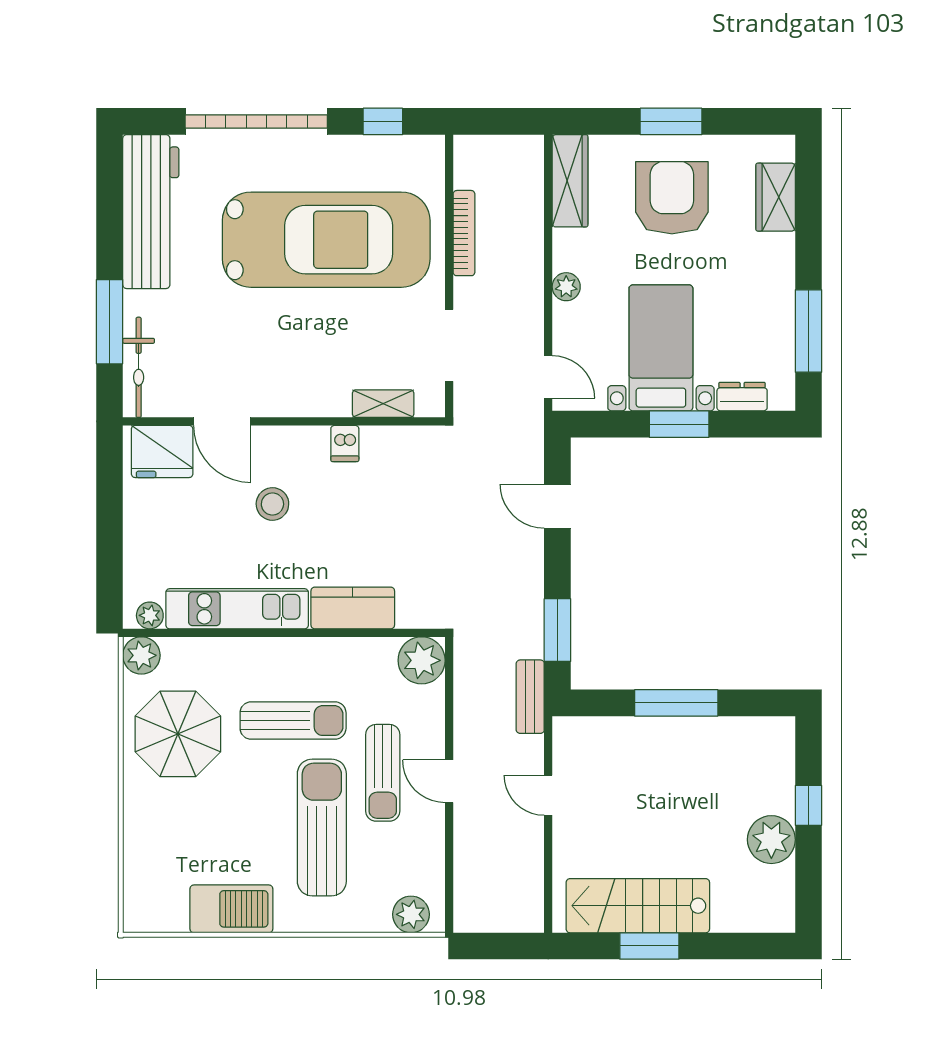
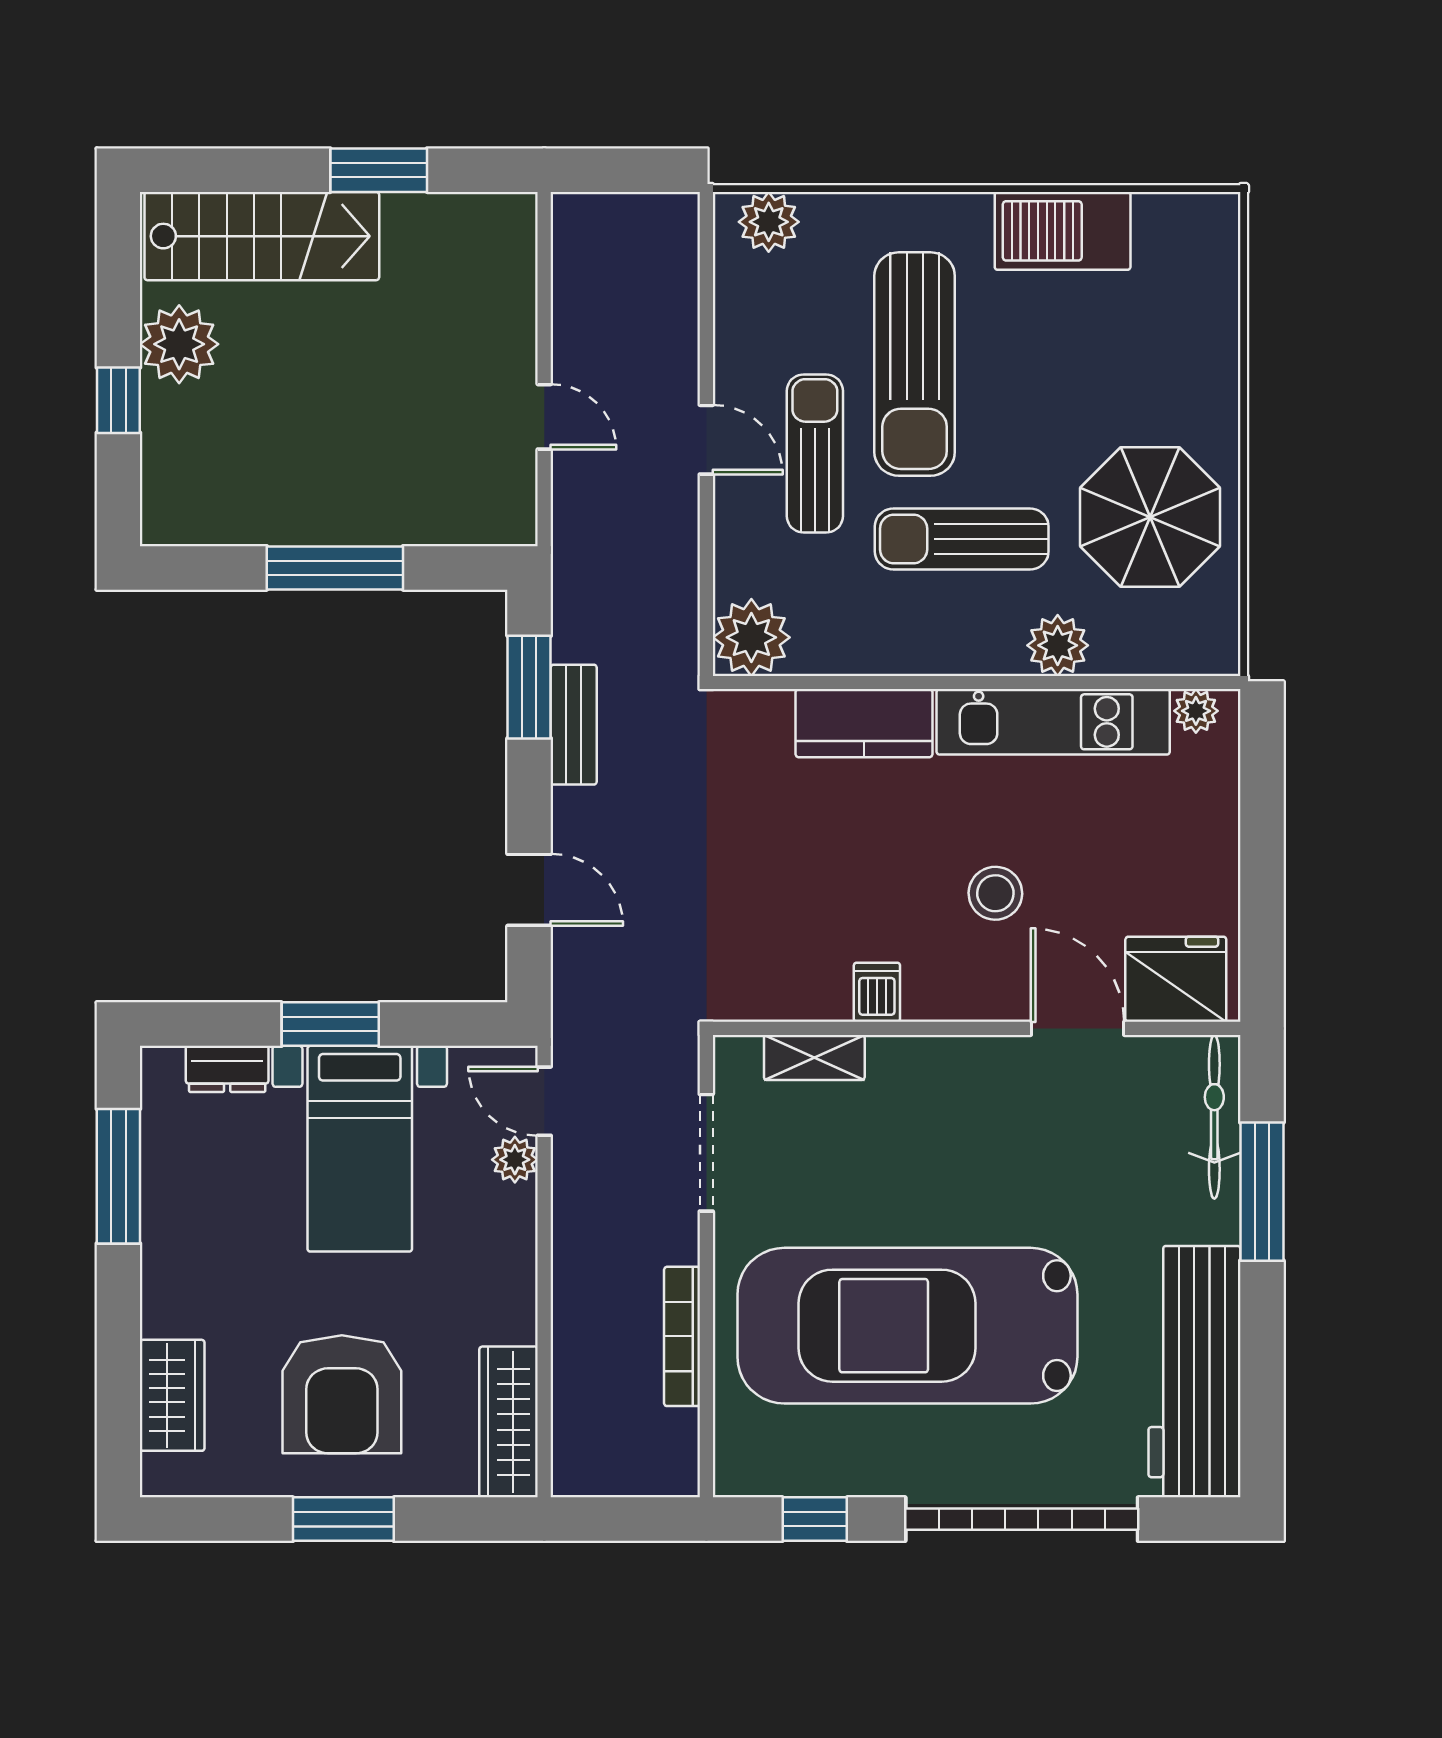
plant: (566, 287) -> (515, 1160), moved
plant: (141, 655) -> (1058, 645), moved
bench: (530, 697) -> (574, 725), moved
stairs: (638, 906) -> (262, 236), moved

